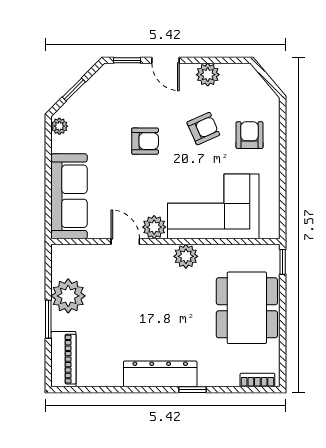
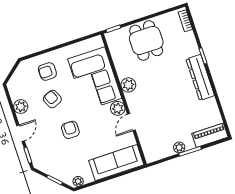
plant: (68, 296) -> (179, 147), width x0.53, depth x0.53
dining table: (247, 308) -> (146, 40), width x0.73

